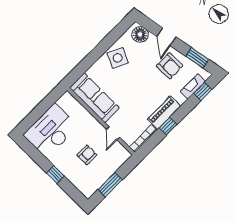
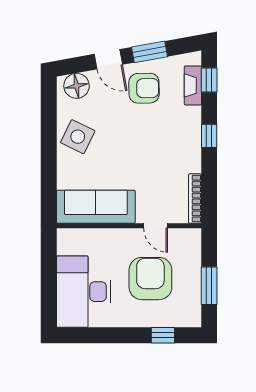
window: (197, 58) -> (150, 52), moved
piano: (164, 113) -> (190, 146), removed
window: (168, 126) -> (209, 136), moved
armchair: (87, 155) -> (150, 279), width x1.88, depth x1.88
window: (55, 175) -> (163, 335), moved

